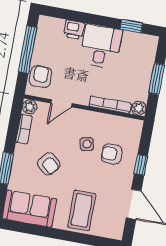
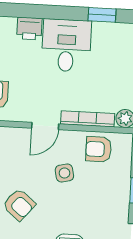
door: (61, 103) -> (45, 126), moved
armchair: (112, 154) -> (99, 149), moved

